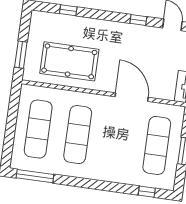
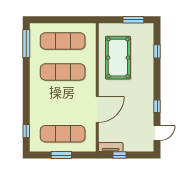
window: (21, 55) -> (133, 20), moved

